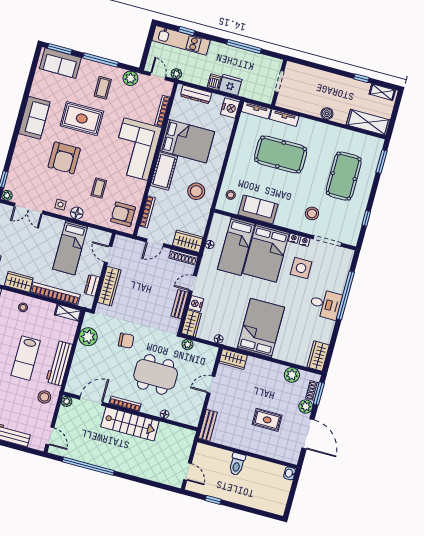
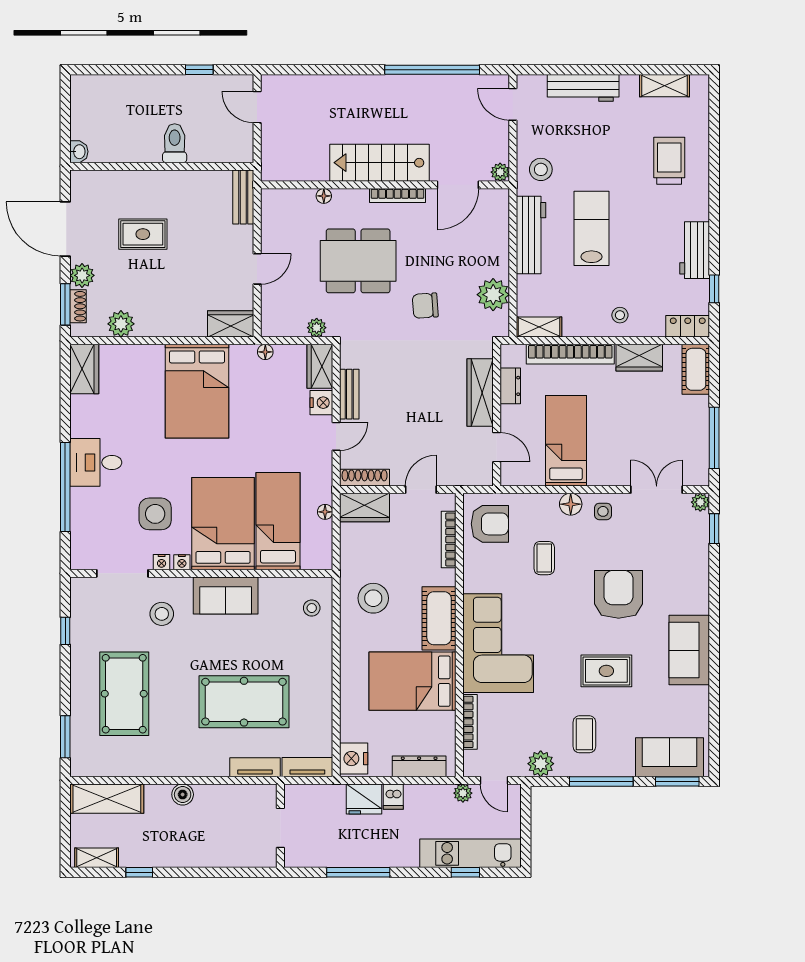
rug: (82, 119) -> (606, 671), width x0.73, depth x0.70
sofa: (258, 209) -> (226, 595), moved

